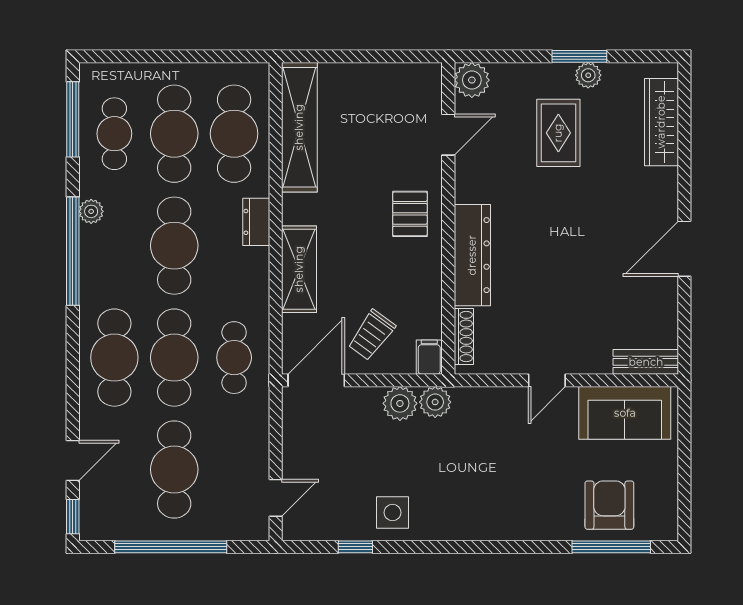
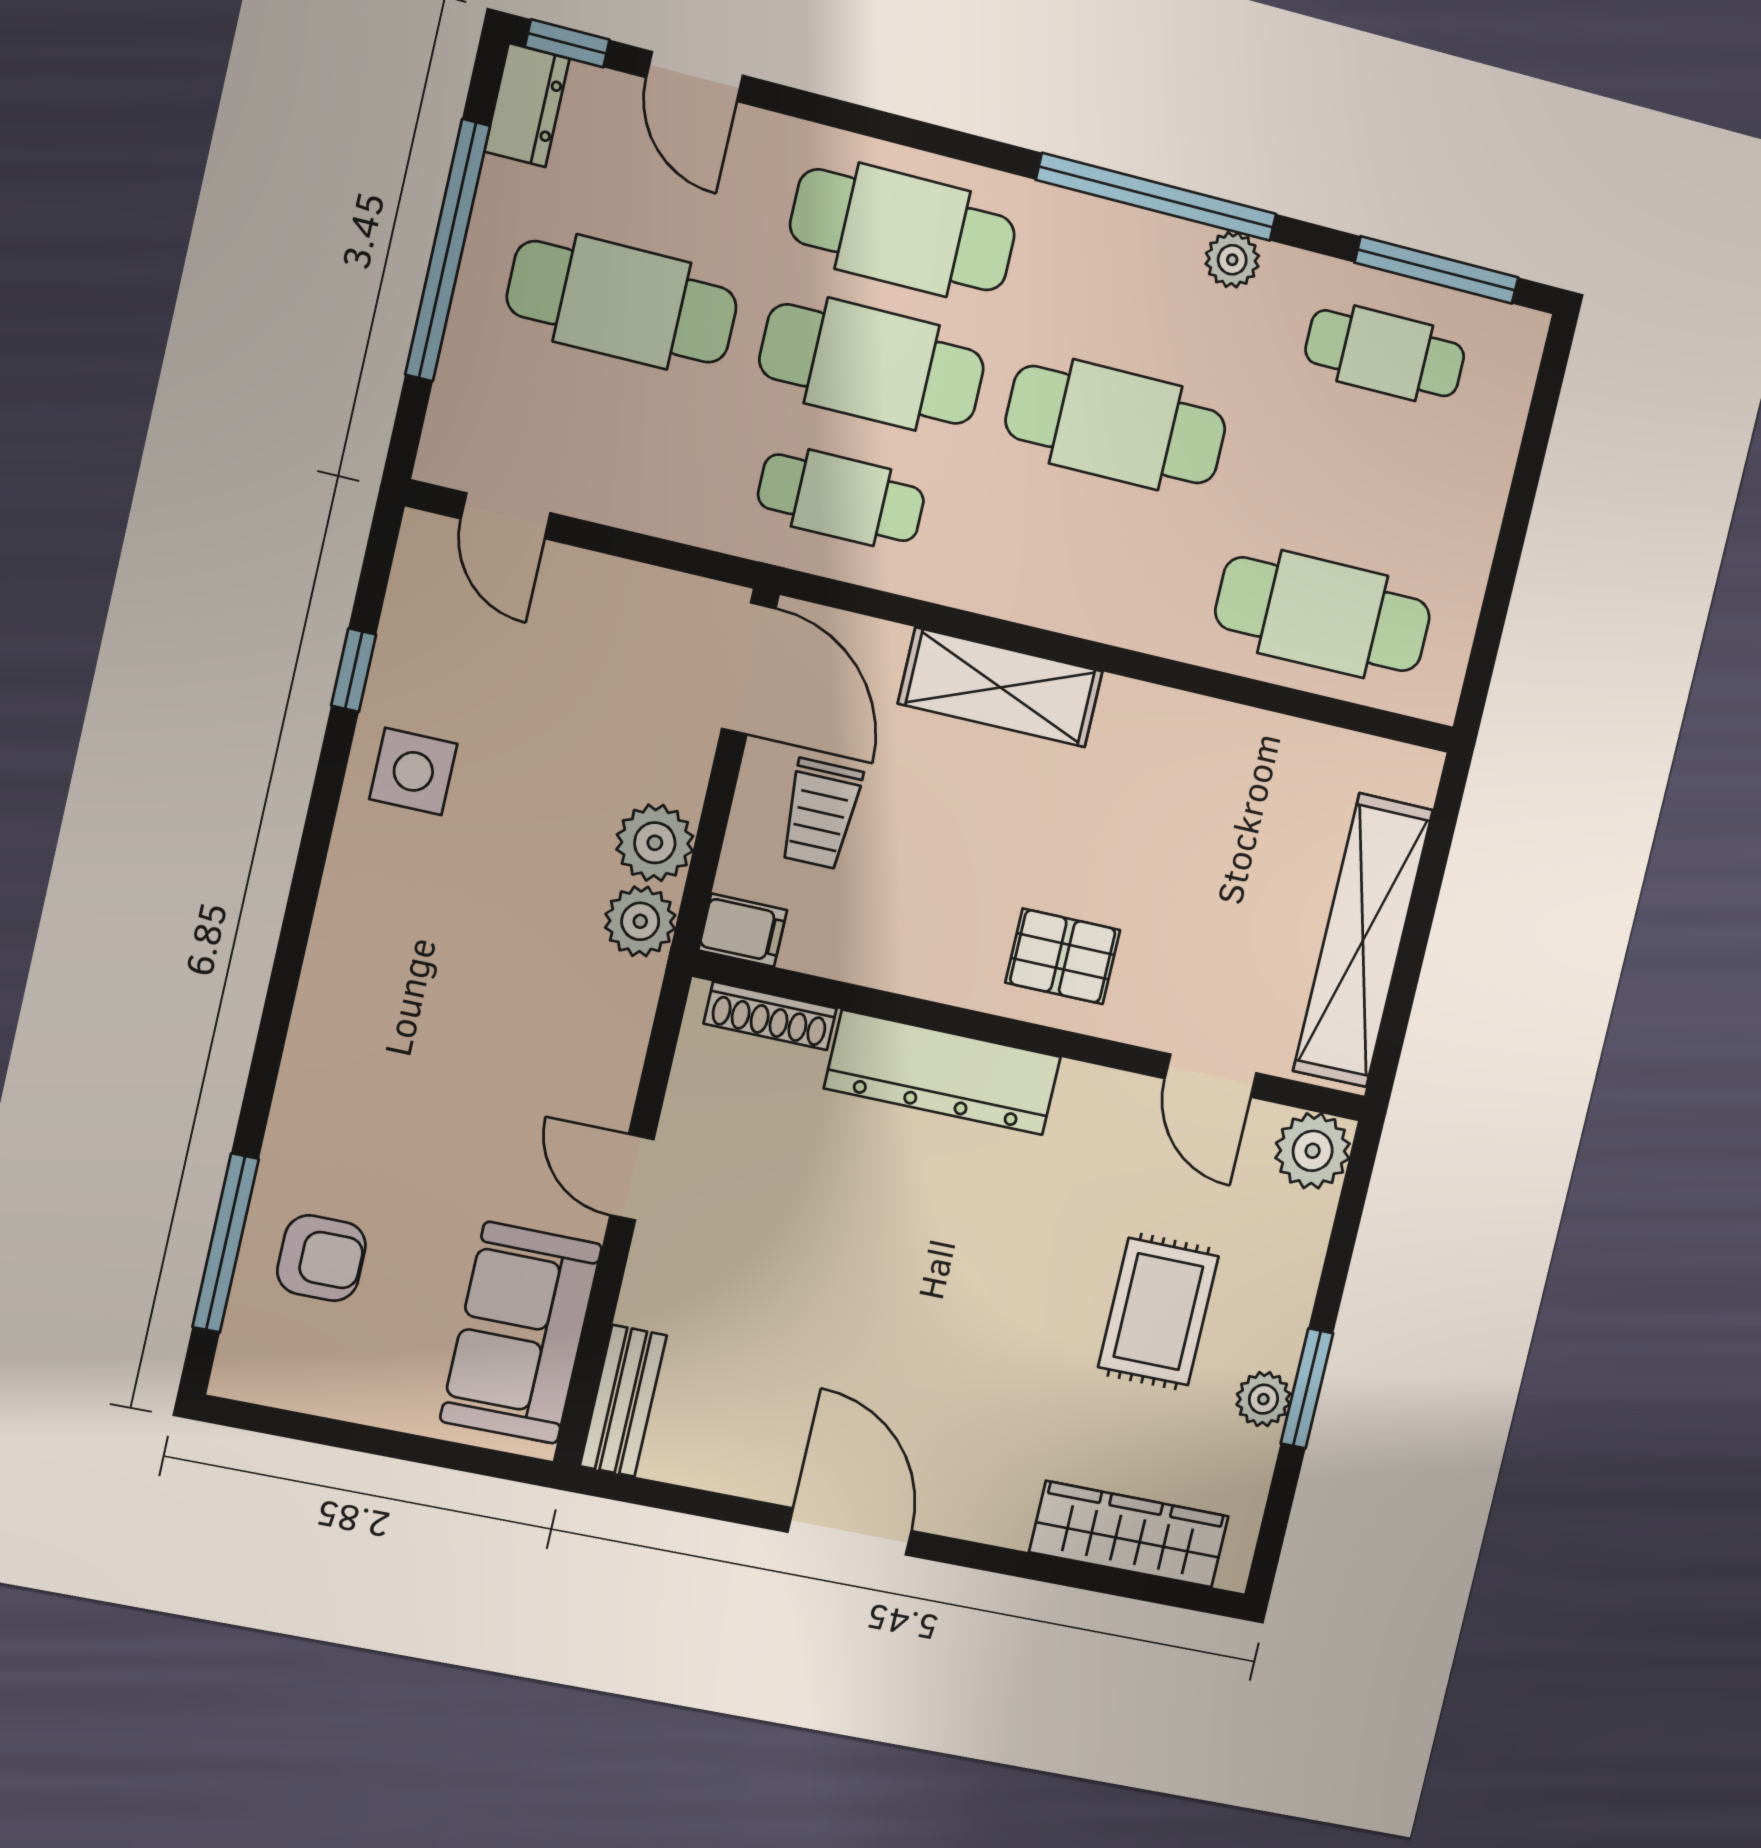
shelving: (299, 127) -> (1363, 940), moved, turned 90
rug: (558, 133) -> (1158, 1312), turned 90
cafe table: (174, 134) -> (1354, 484), removed
dresser: (256, 222) -> (527, 105), moved, turned 90
trolley: (372, 335) -> (820, 814), turned -126
armchair: (609, 505) -> (321, 1258), width x0.72, depth x0.72

